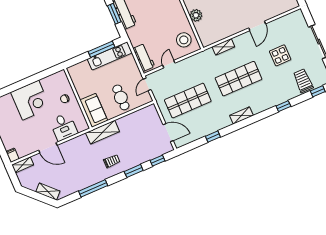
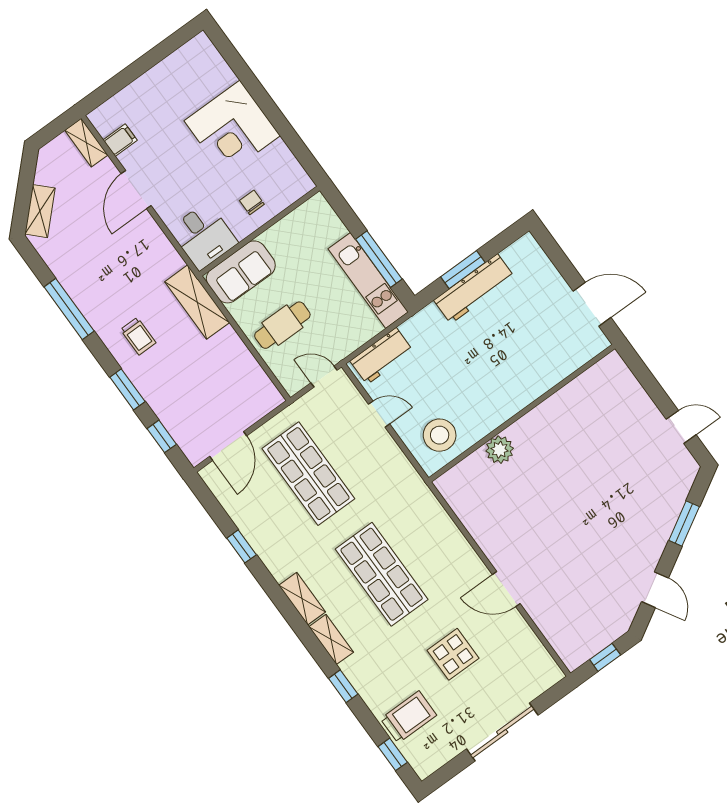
shelving: (223, 47) -> (331, 639), moved
desk: (64, 127) -> (203, 236), moved, turned -90
filing cabinet: (13, 155) -> (120, 140), moved

